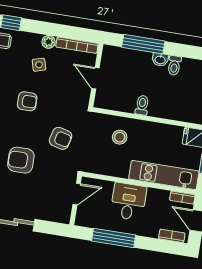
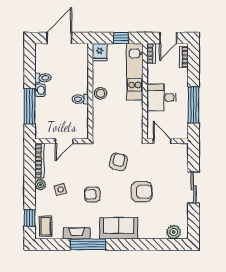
armchair: (27, 101) -> (92, 194), turned -90
stool: (120, 137) -> (101, 93), moved
armchair: (21, 160) -> (142, 192), turned -90

